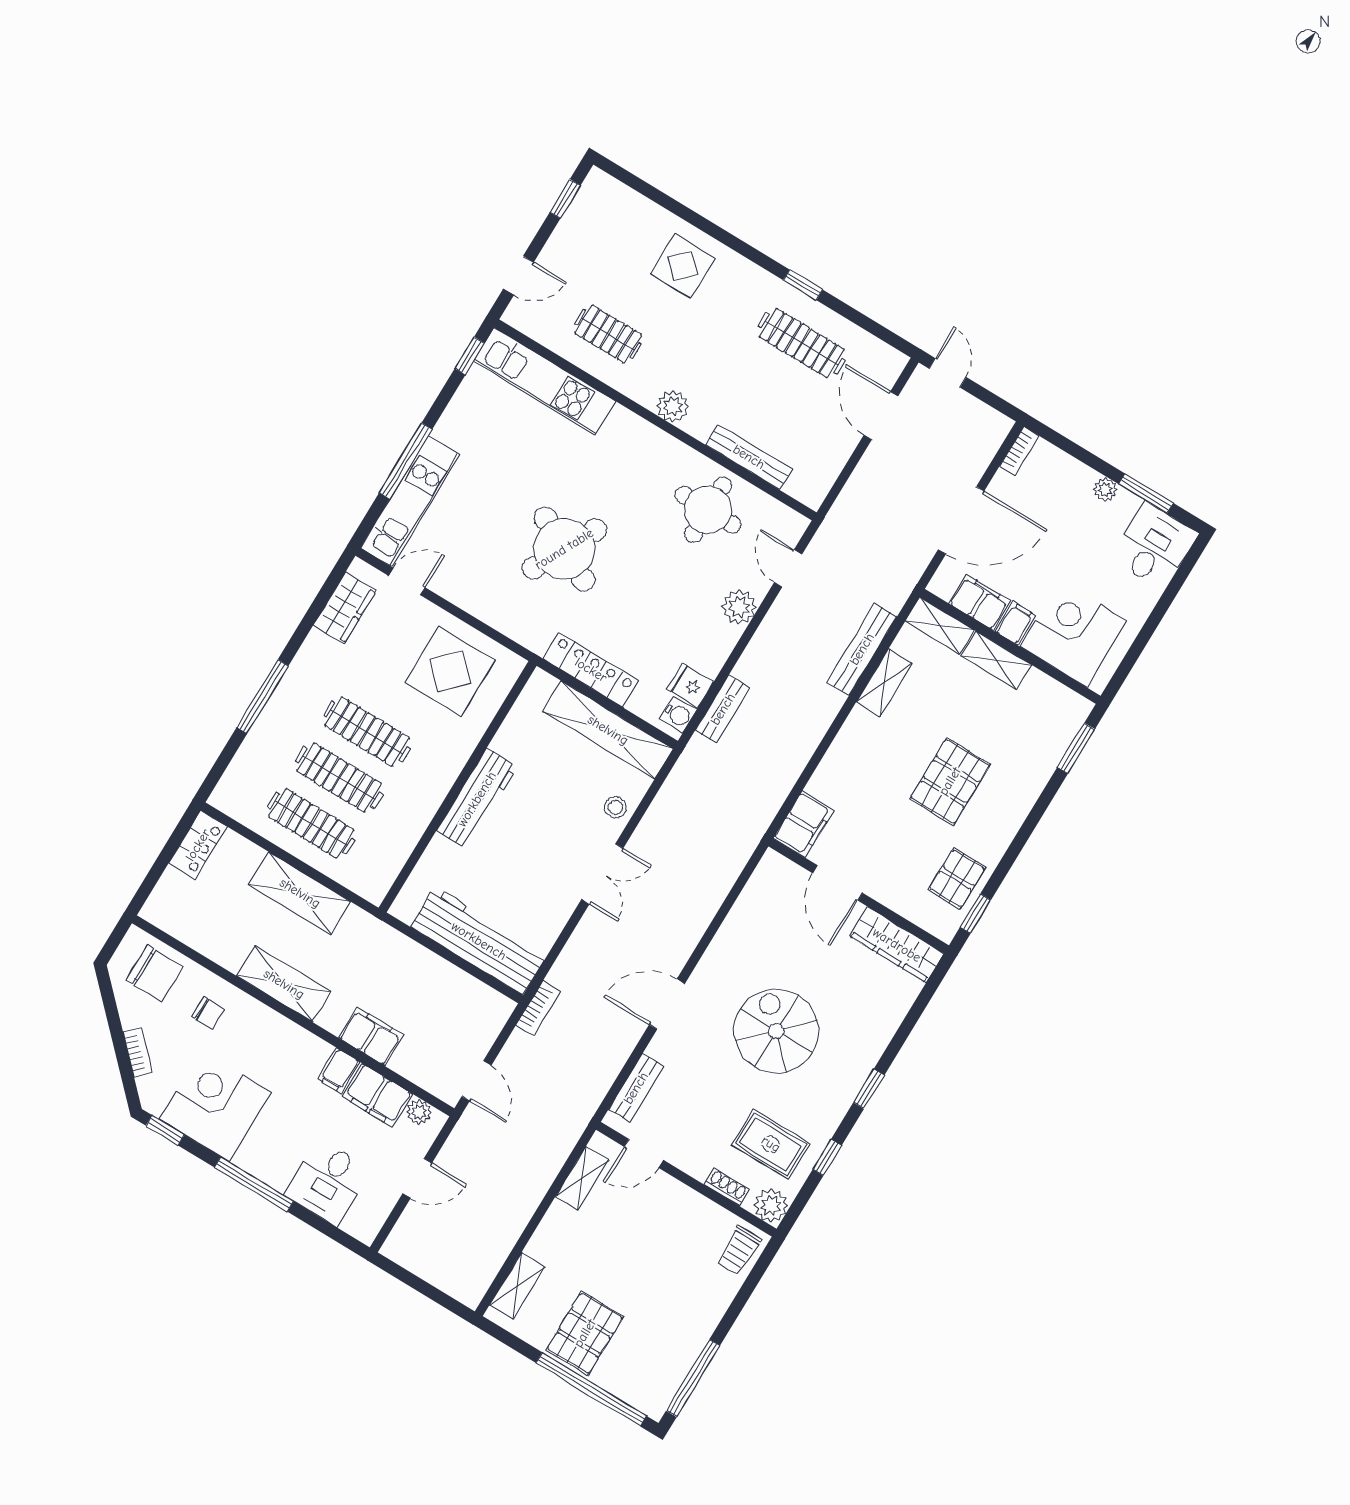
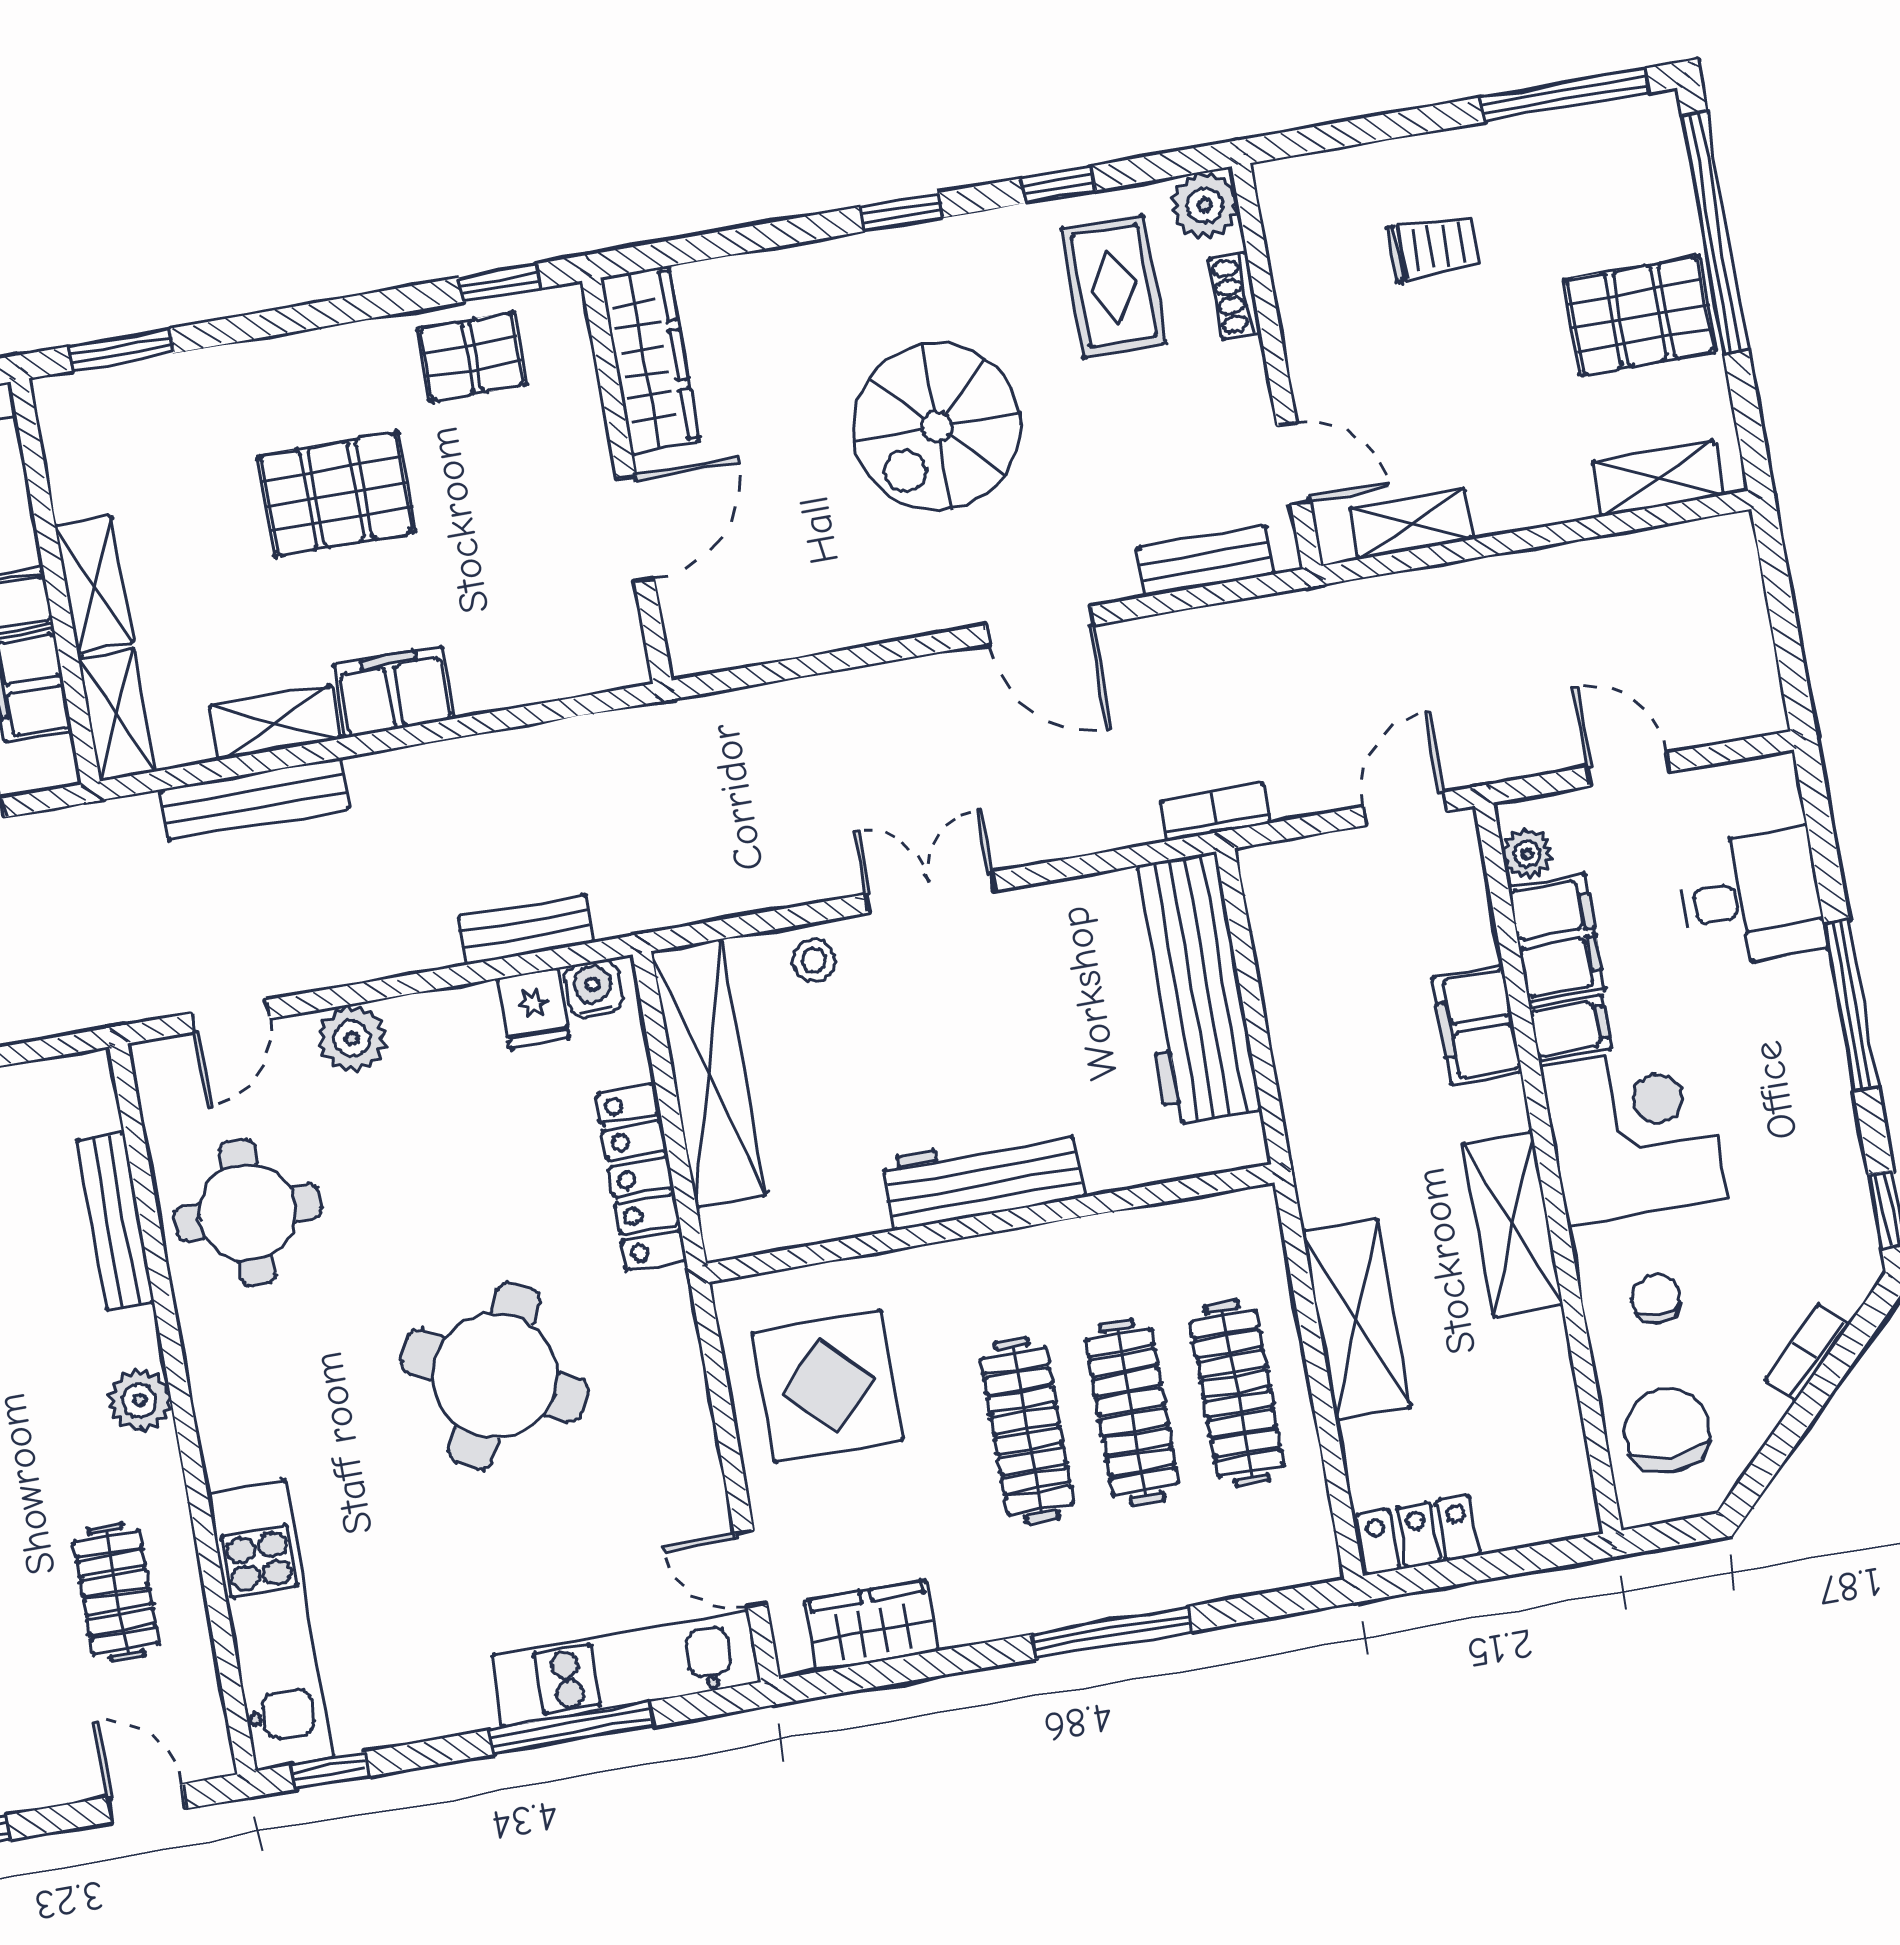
filing cabinet: (804, 824) -> (394, 692), moved
corner desk: (215, 1106) -> (1634, 1132), moved, turned 180
trolley: (739, 1251) -> (1433, 247), moved

